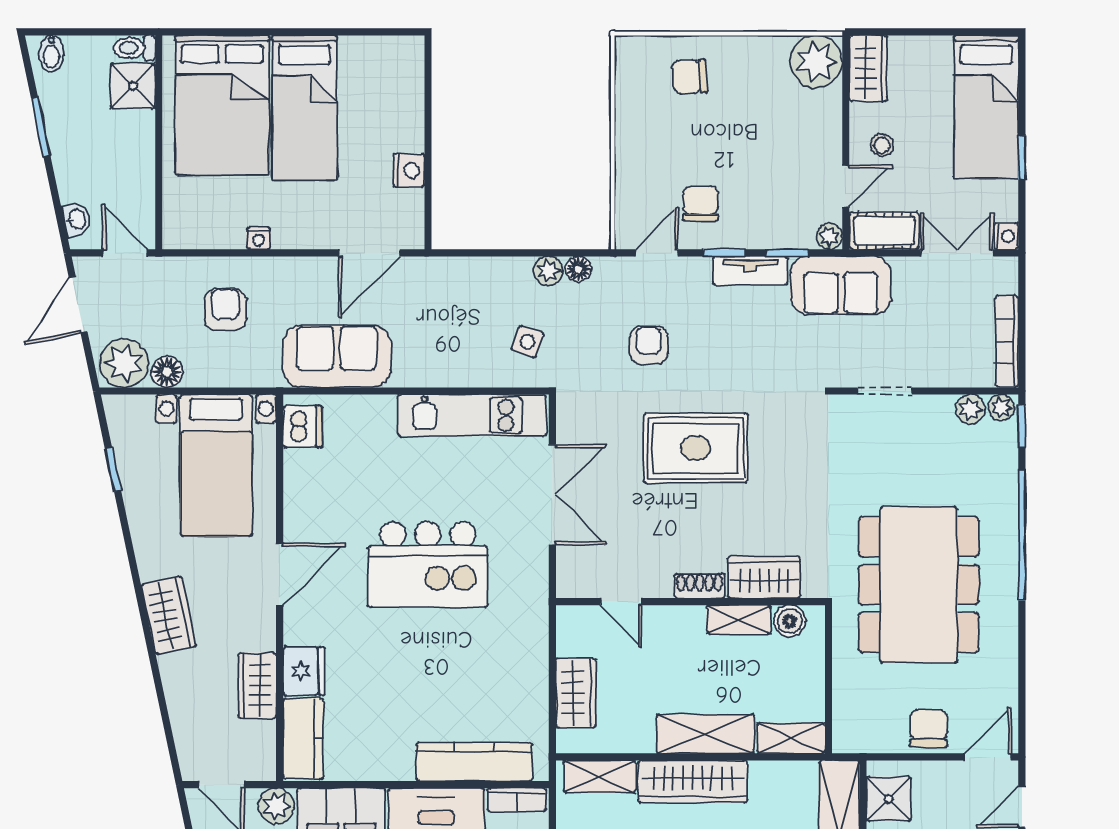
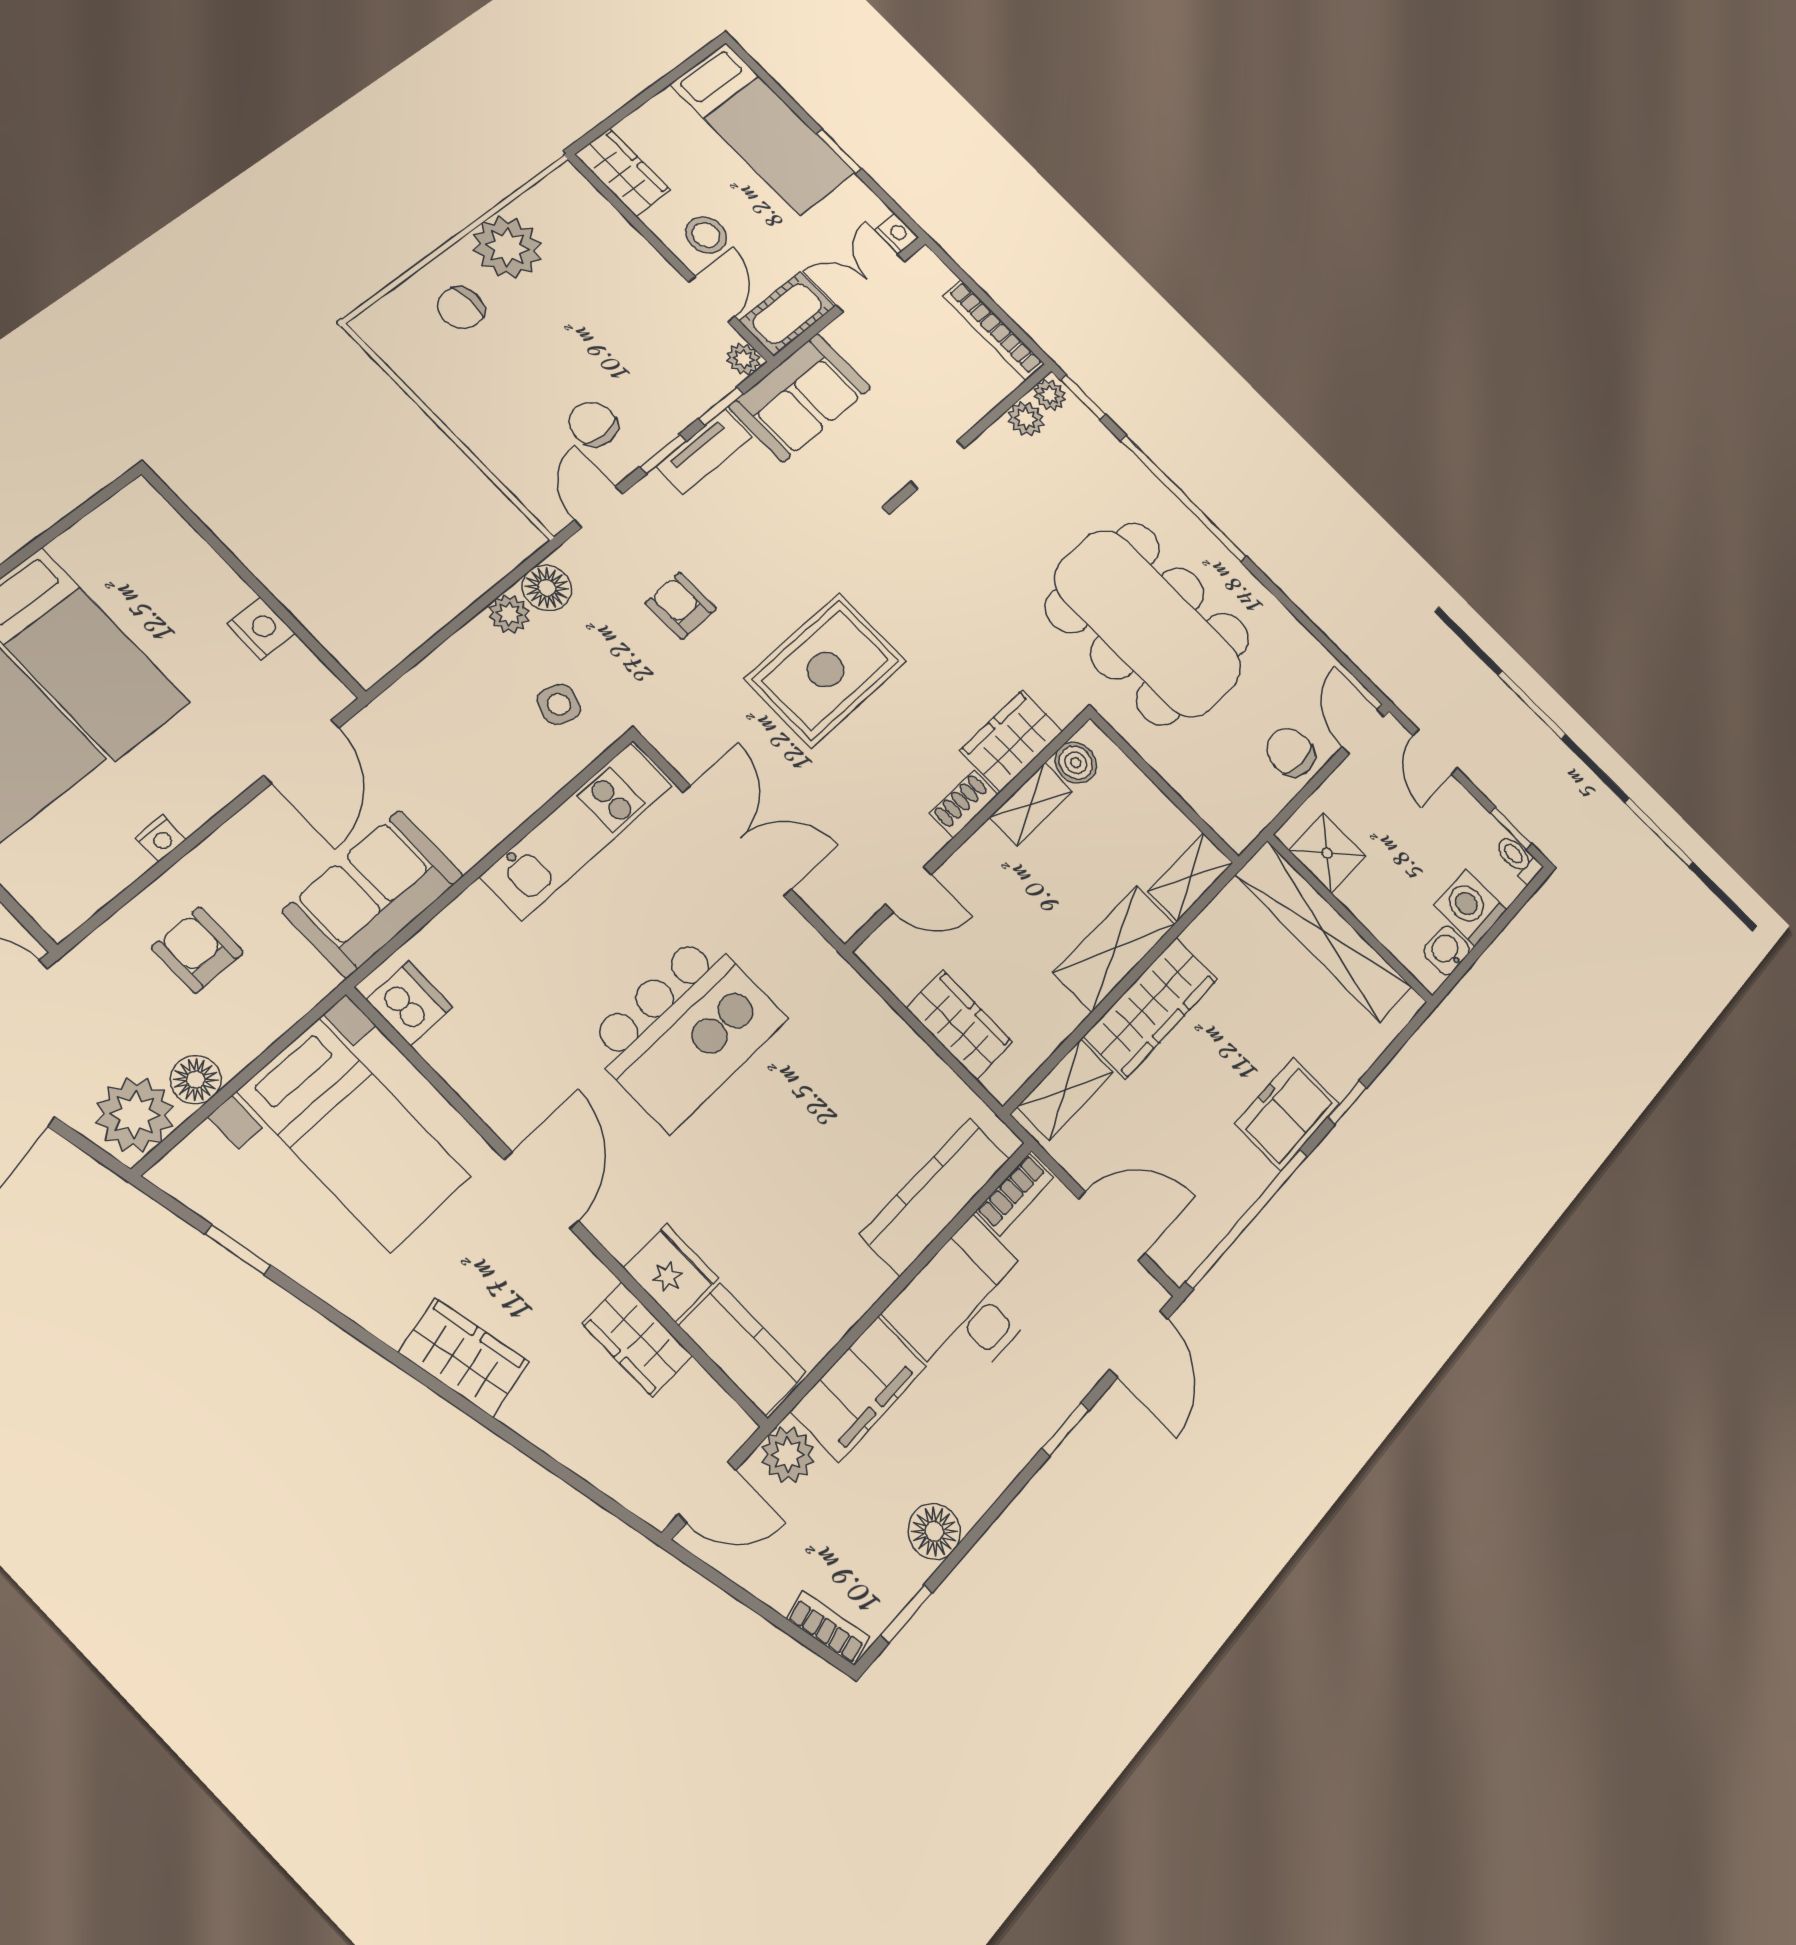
plant: (816, 61) -> (507, 247), moved
stool: (882, 145) -> (706, 235), width x1.37, depth x1.37
floor lamp: (578, 269) -> (547, 588), width x1.37, depth x1.37

